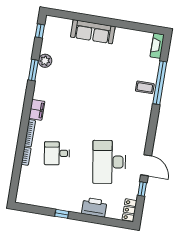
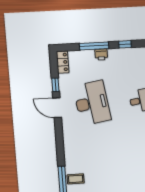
printer: (94, 207) -> (101, 54), width x0.53, depth x0.68
window: (94, 219) -> (94, 46), added

